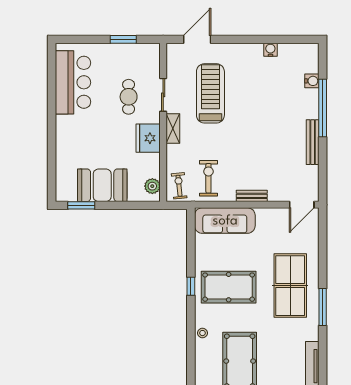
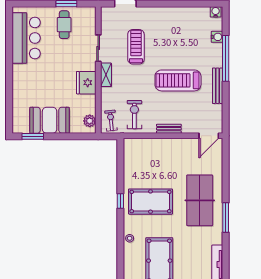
water cooler: (270, 50) -> (216, 12), moved
treadmill: (210, 93) -> (136, 47), width x0.73, depth x0.73
cafe table: (129, 97) -> (64, 25), moved
treadmill: (263, 135) -> (178, 80), added
sofa: (225, 221) -> (147, 148), removed

